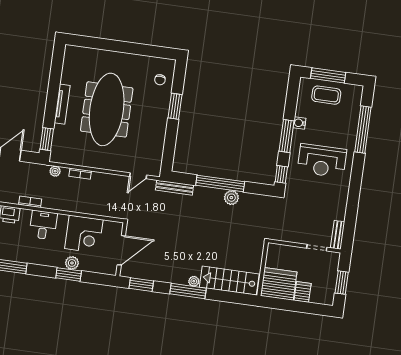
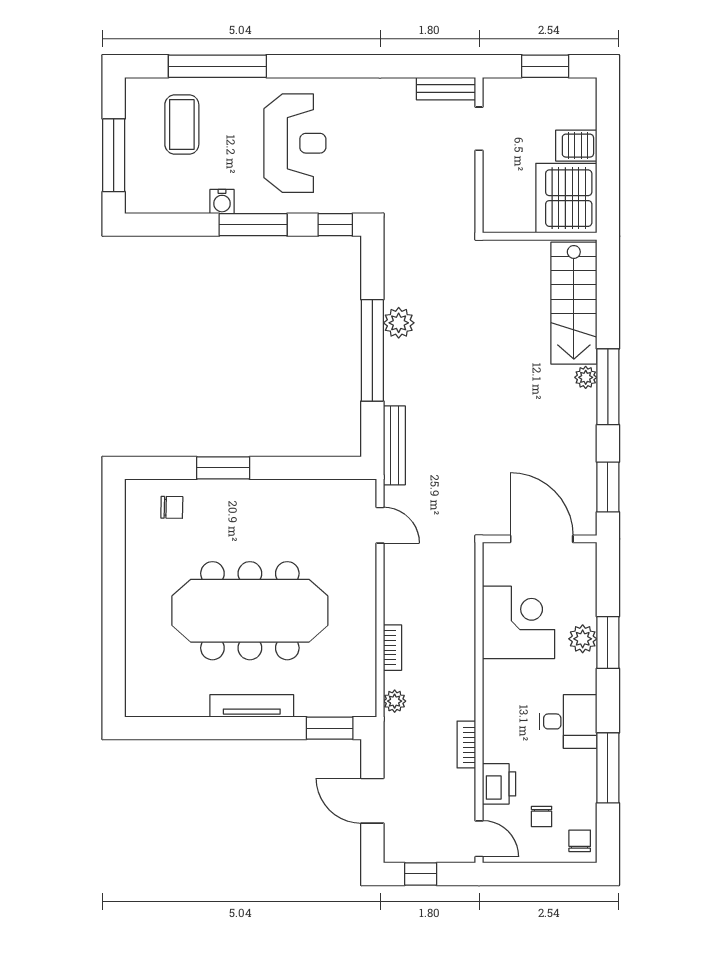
coffee table: (326, 95) -> (182, 124), moved
desk: (43, 225) -> (568, 721), moved, turned 180

